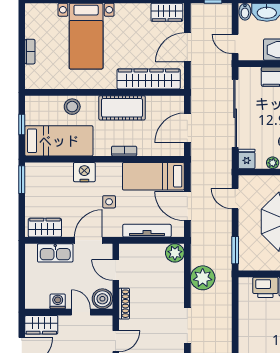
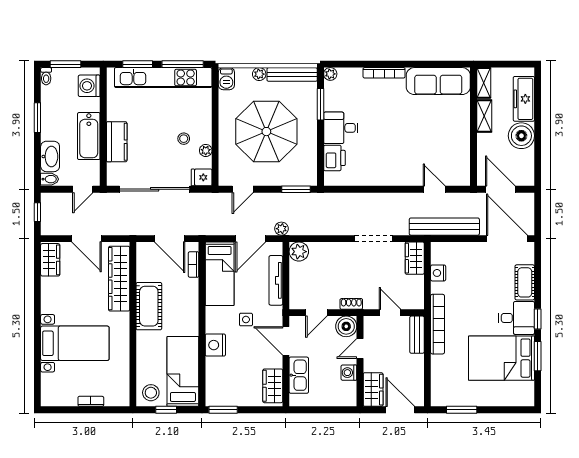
stool: (72, 107) -> (151, 393), moved
bookcase: (124, 151) -> (194, 265), moved
plant: (203, 278) -> (281, 229), moved, width x0.53, depth x0.53
shoe rack: (124, 304) -> (351, 304), width x0.70

